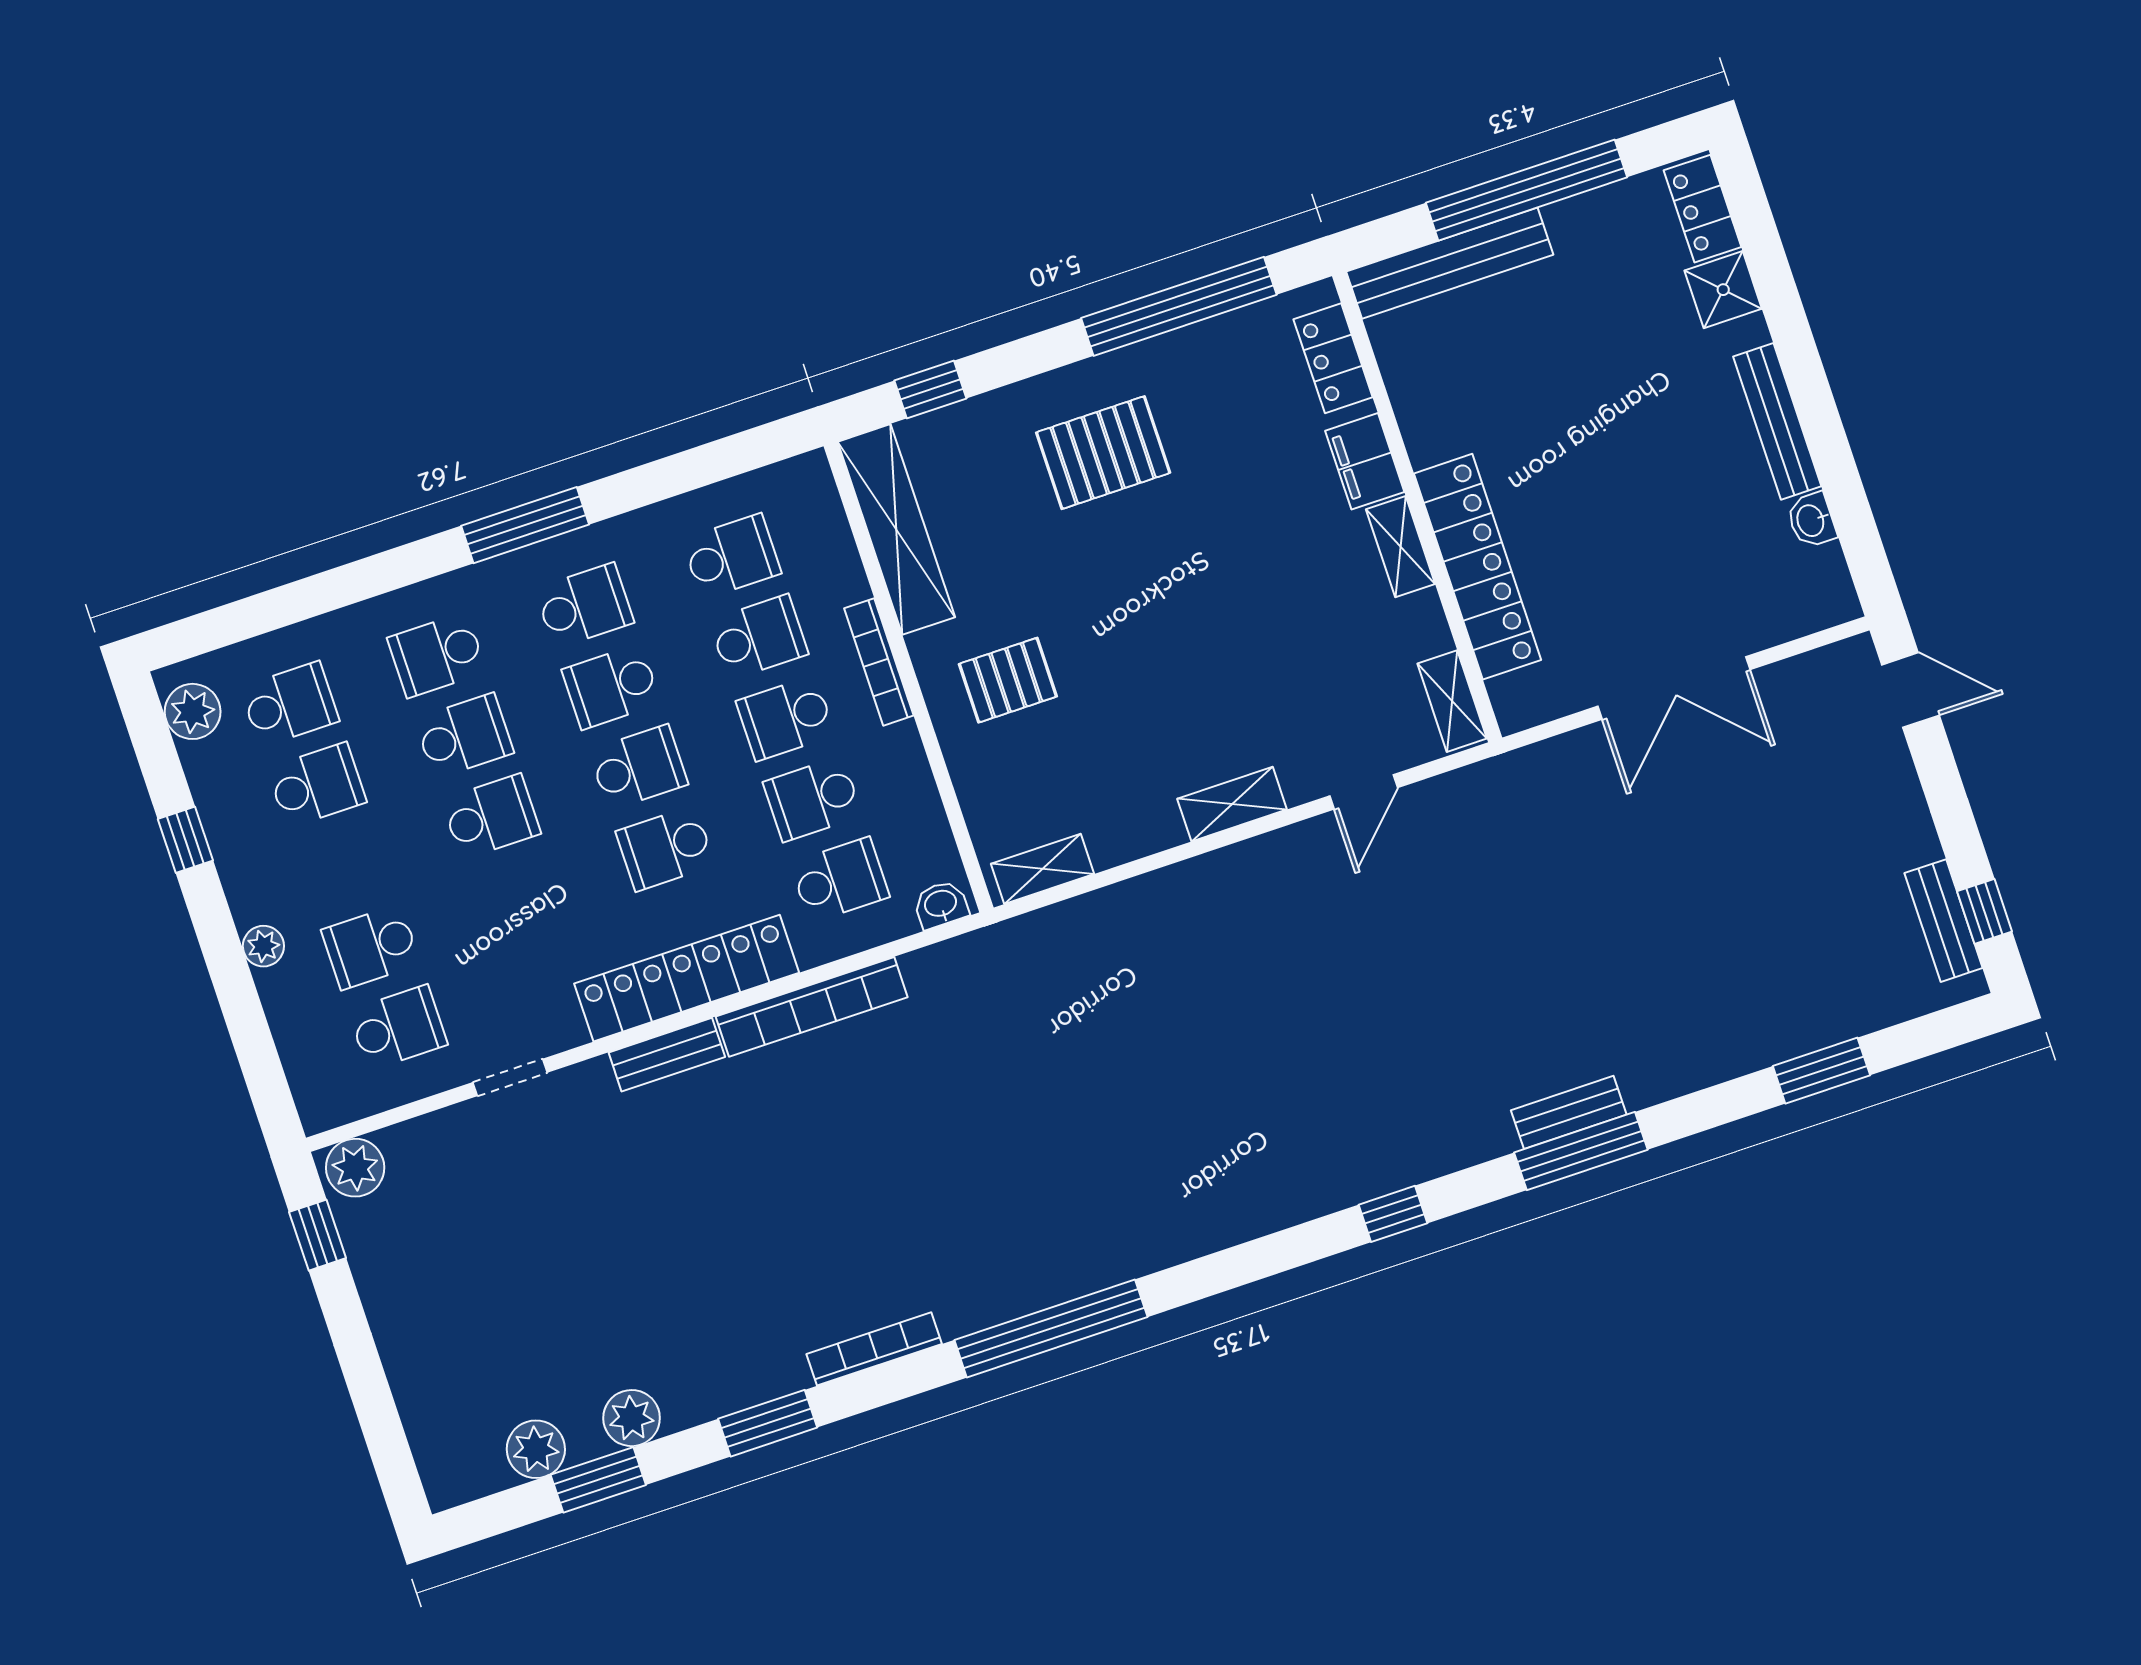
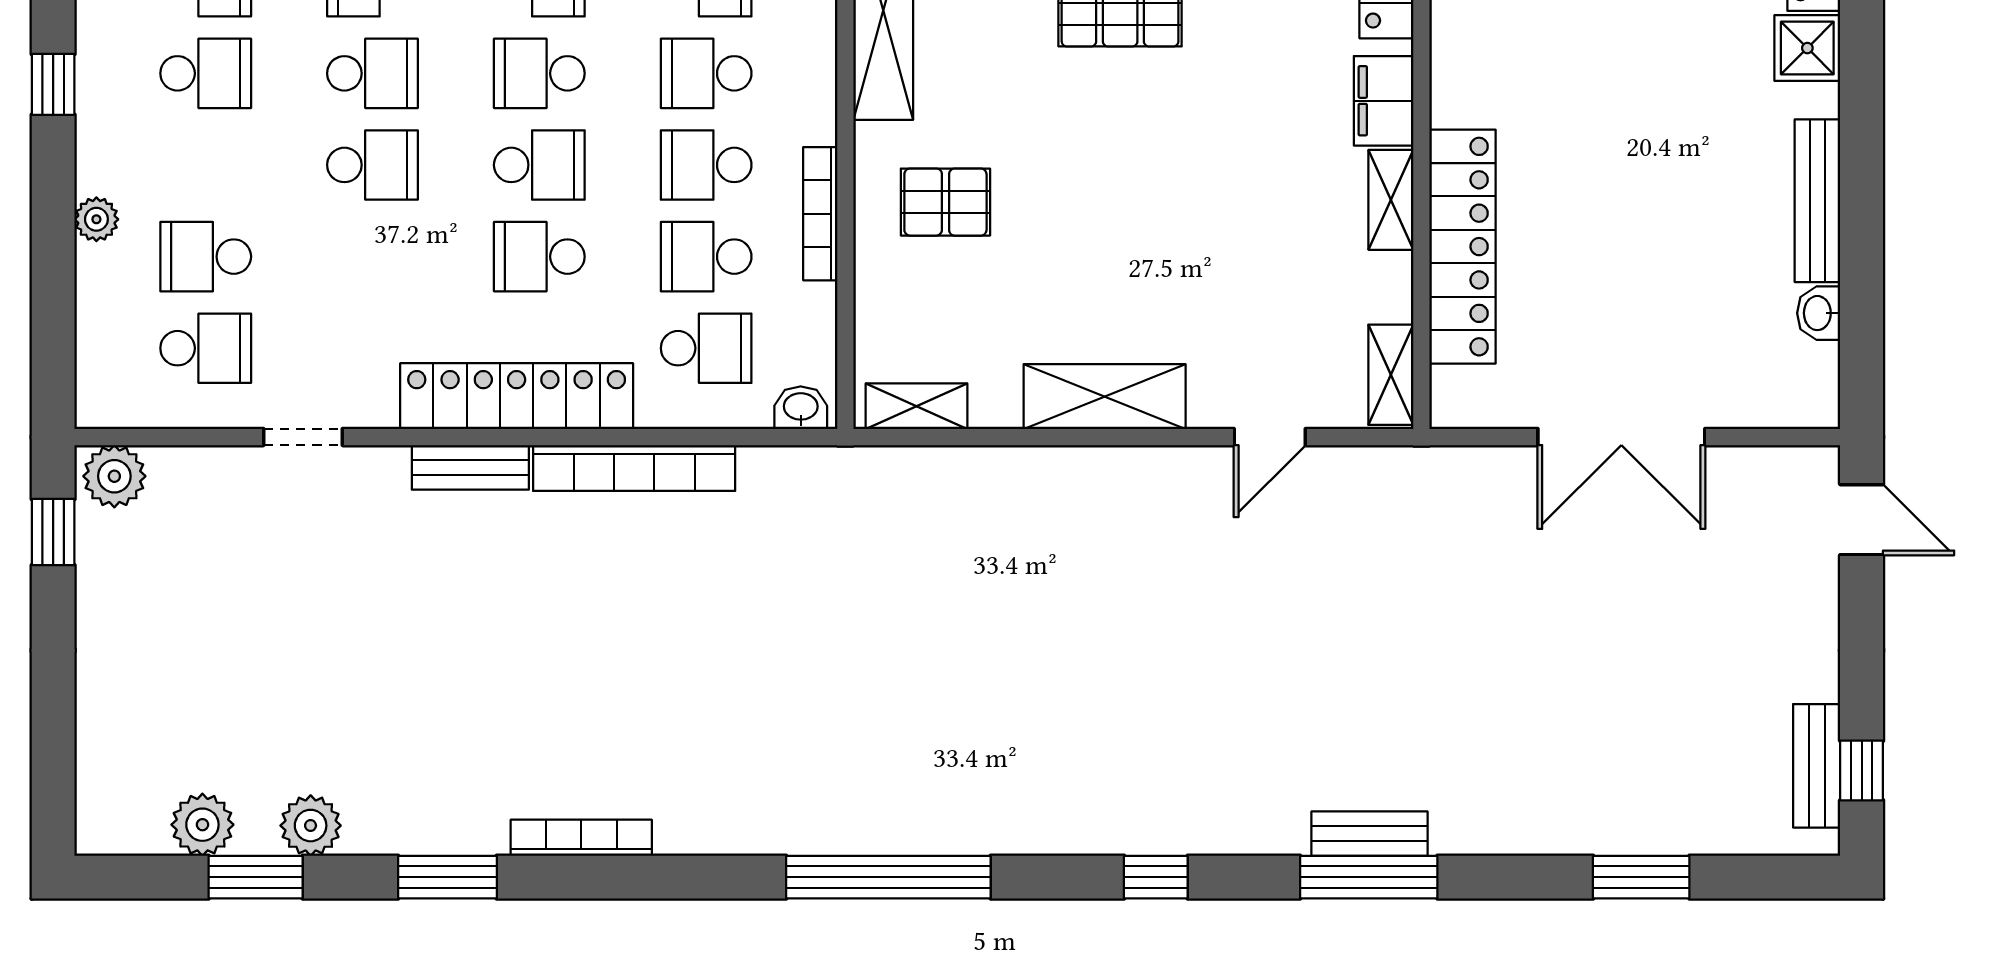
school desk: (759, 637) -> (706, 73), turned 180
bookcase: (879, 662) -> (820, 214), moved
shelving: (1232, 804) -> (1105, 397), width x1.50, depth x1.33
window: (1051, 1328) -> (888, 877), moved

